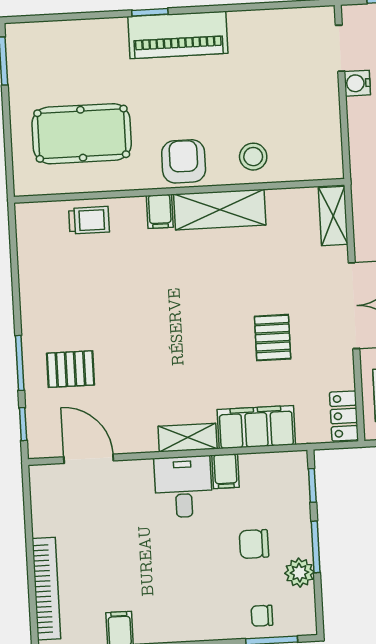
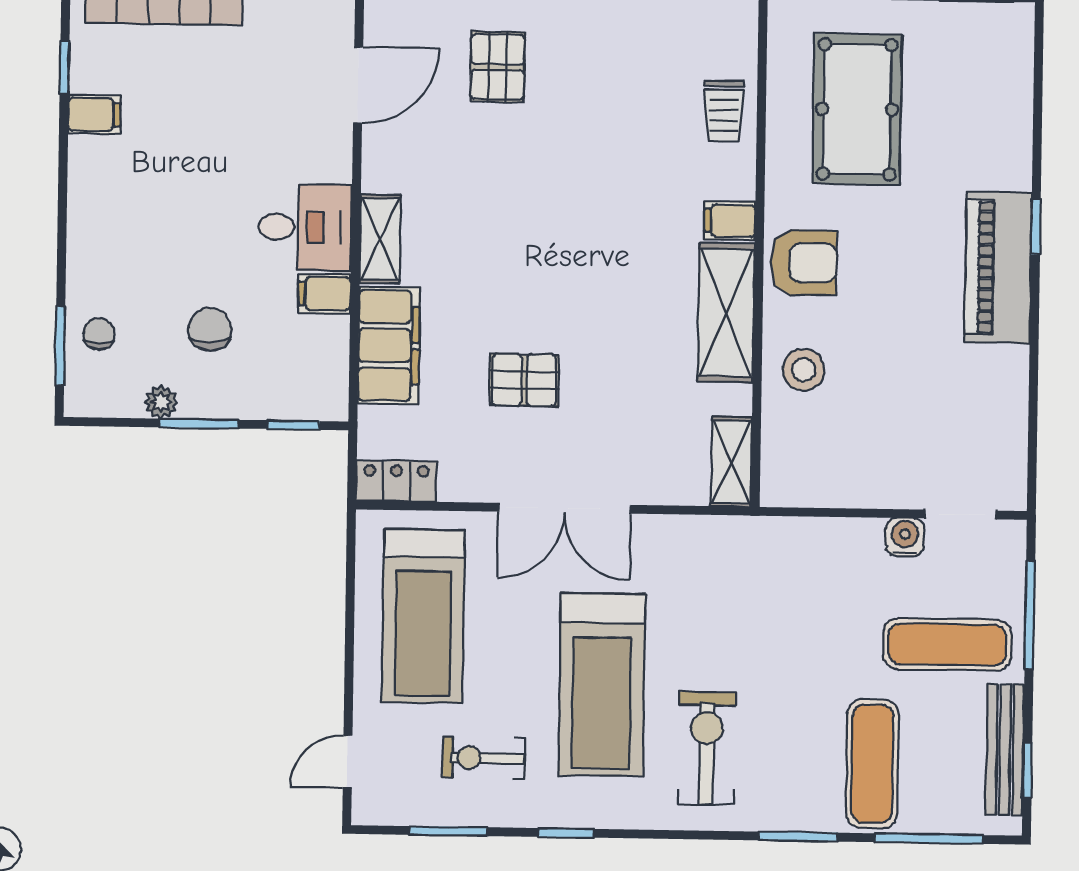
shelving: (333, 216) -> (731, 462), moved, turned 90
plant: (299, 573) -> (161, 402), width x0.73, depth x0.73

